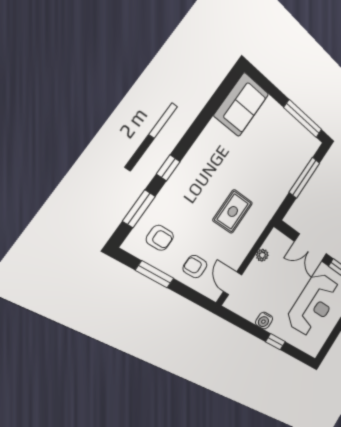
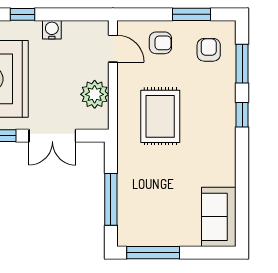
rug: (233, 211) -> (160, 116), width x1.36, depth x1.43
armchair: (160, 238) -> (209, 50), turned 90
double door: (311, 248) -> (52, 136), swing flipped
plant: (262, 255) -> (95, 94), width x1.88, depth x1.88

